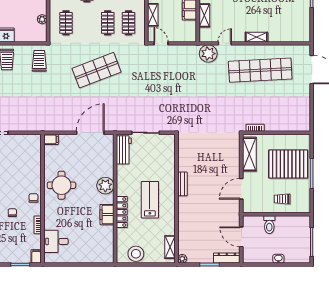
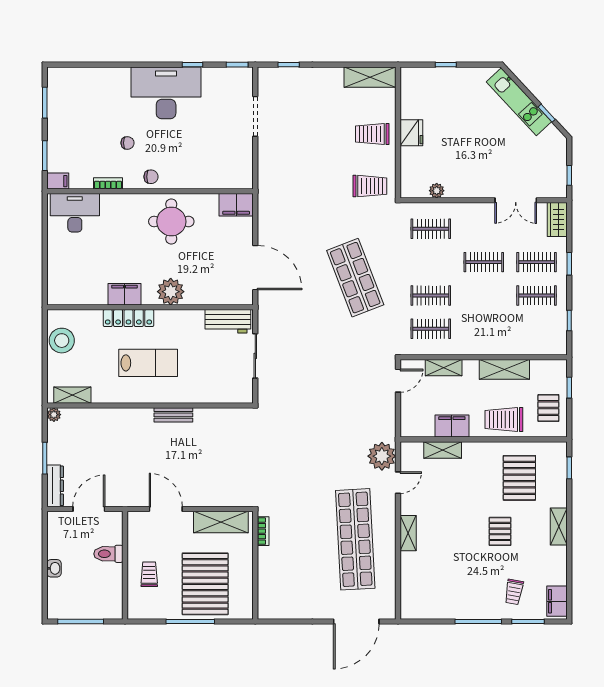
door: (225, 43) -> (398, 483), hinge flipped
filing cabinet: (51, 139) -> (236, 205), width x2.00
desk: (56, 241) -> (75, 213), width x1.37

